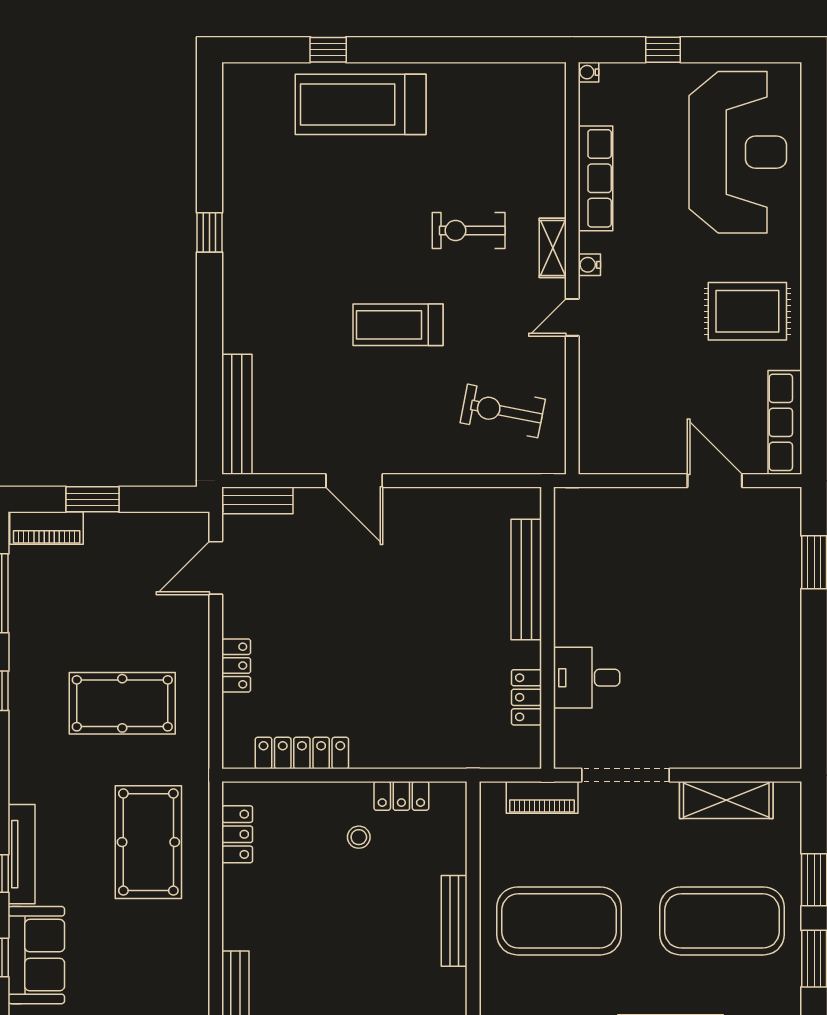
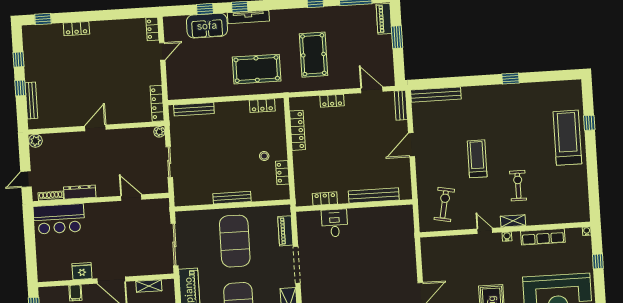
bench: (526, 579) -> (374, 195), moved
wall: (547, 628) -> (354, 206), moved
desk: (587, 678) -> (335, 223), moved
locker: (526, 697) -> (325, 199), moved

